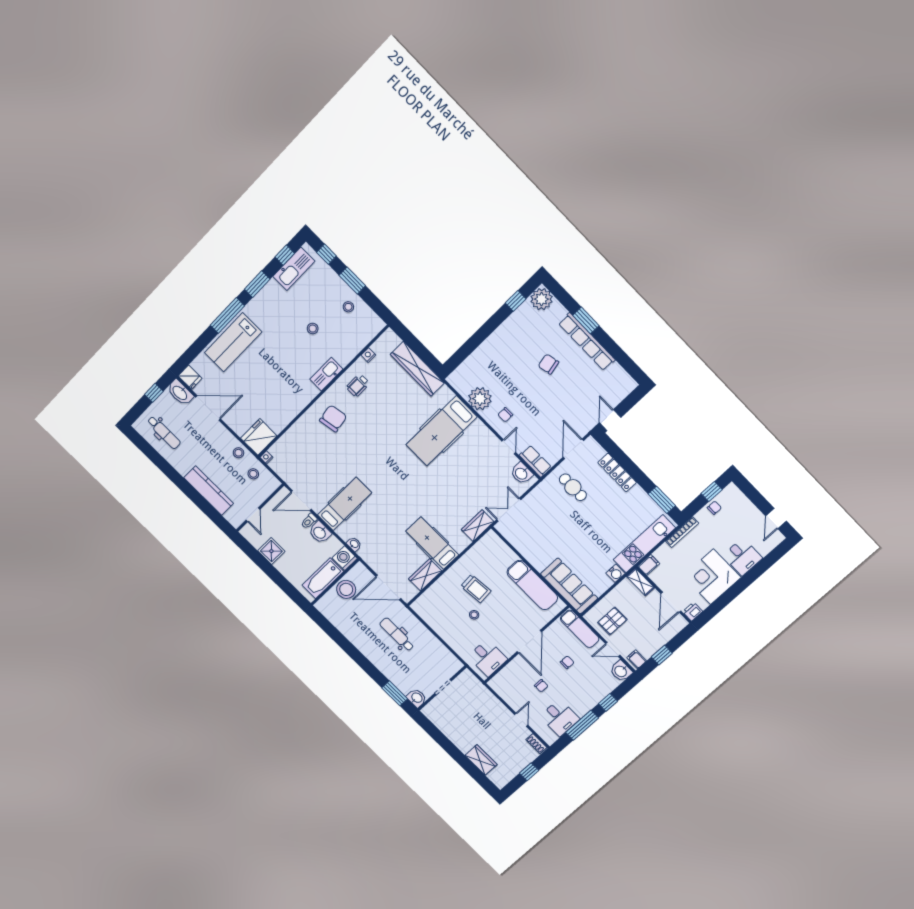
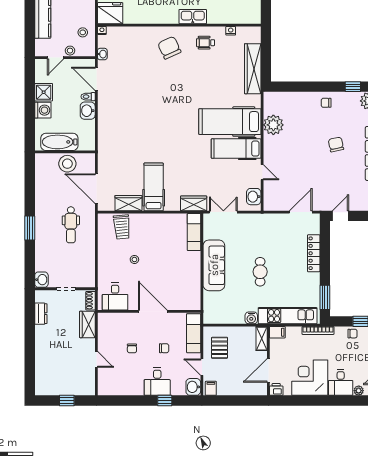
chair: (505, 415) -> (326, 103), moved
chair: (333, 418) -> (169, 48), turned -105
door: (509, 447) -> (262, 172), hinge flipped
stool: (238, 453) -> (70, 51), moved
row of seats: (535, 461) -> (270, 197), removed
cafe table: (573, 487) -> (260, 272), moved
hospital bed: (345, 504) -> (236, 149), moved, turned 180
washbasin: (354, 544) -> (102, 54), moved
plant: (765, 549) -> (359, 391), added
washing machine: (345, 558) -> (43, 110), moved, turned 90
exam couch: (532, 585) -> (194, 232), moved, width x0.73, depth x0.69
sofa: (569, 586) -> (214, 265), moved
trolley: (476, 589) -> (122, 227), moved
pallet: (612, 621) -> (220, 348), turned 90
dental chair: (397, 635) -> (71, 225), turned 180
door: (529, 642) -> (153, 311), swing flipped
window: (662, 655) -> (230, 401), removed
window: (395, 693) -> (30, 228), moved
desk: (560, 718) -> (157, 382), moved
door: (521, 720) -> (96, 359), hinge flipped
dresser: (442, 724) -> (41, 314), added
window: (582, 725) -> (133, 401), removed
shoe rack: (536, 744) -> (90, 301), moved
wardrobe: (481, 760) -> (87, 324), moved, turned 180

